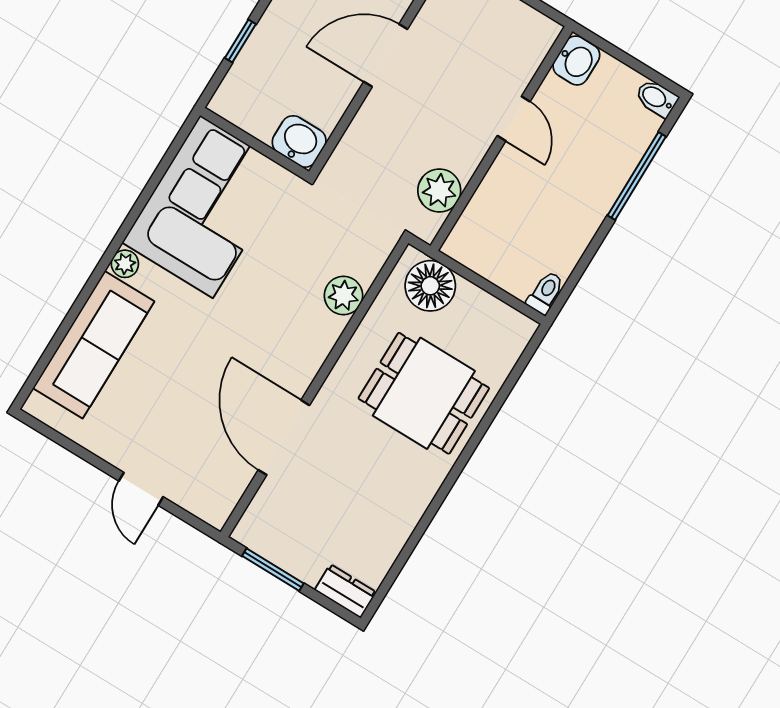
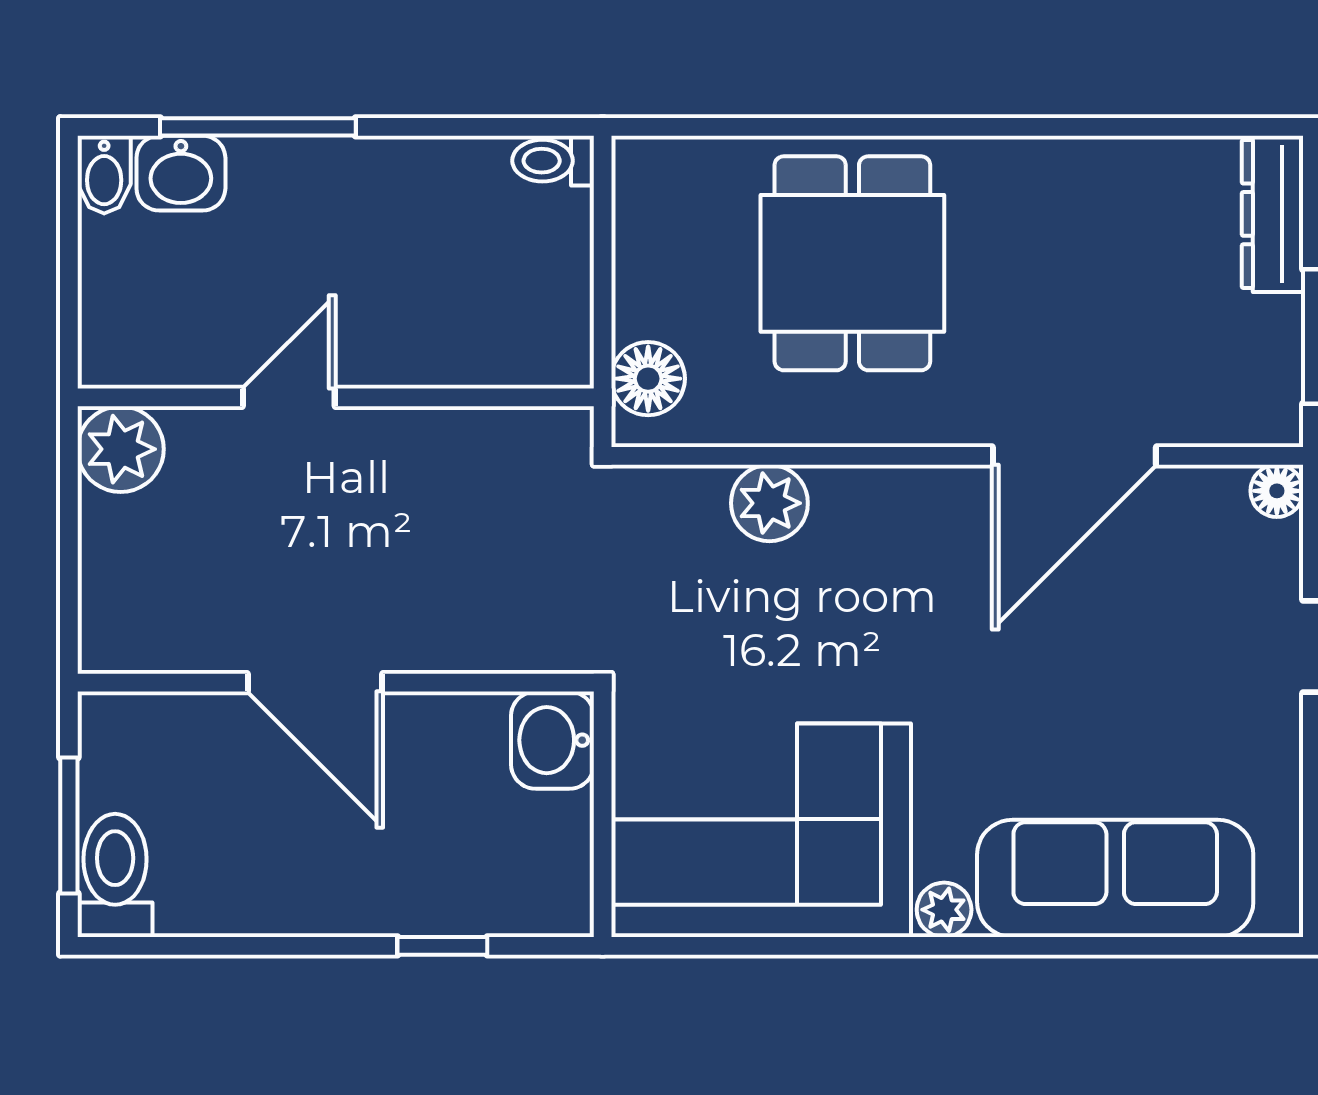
washbasin: (576, 60) -> (181, 173), moved, turned 180
plant: (439, 190) -> (121, 449), moved
floor lamp: (430, 286) -> (648, 379), width x0.73, depth x0.73
floor lamp: (216, 515) -> (1277, 491), added
dresser: (345, 591) -> (1272, 214), width x1.44

